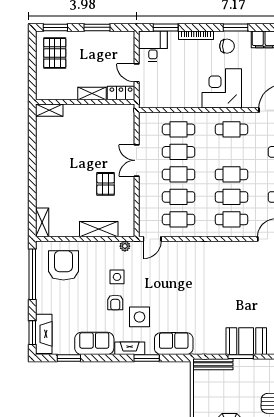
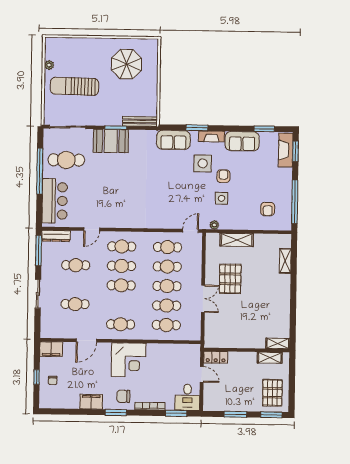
shelving: (92, 94) -> (270, 358), moved
pallet: (106, 184) -> (230, 279), width x1.50, depth x1.42
shelving: (42, 222) -> (285, 261), moved
armchair: (63, 265) -> (268, 209), width x0.53, depth x0.53

